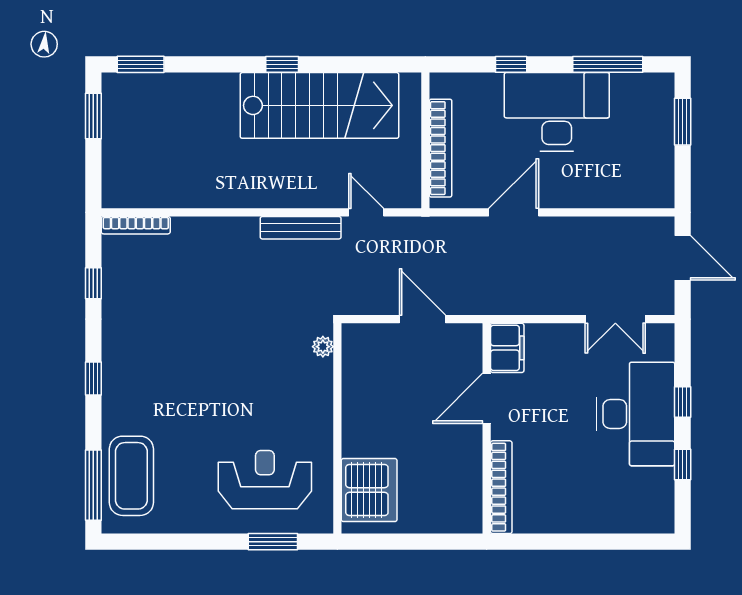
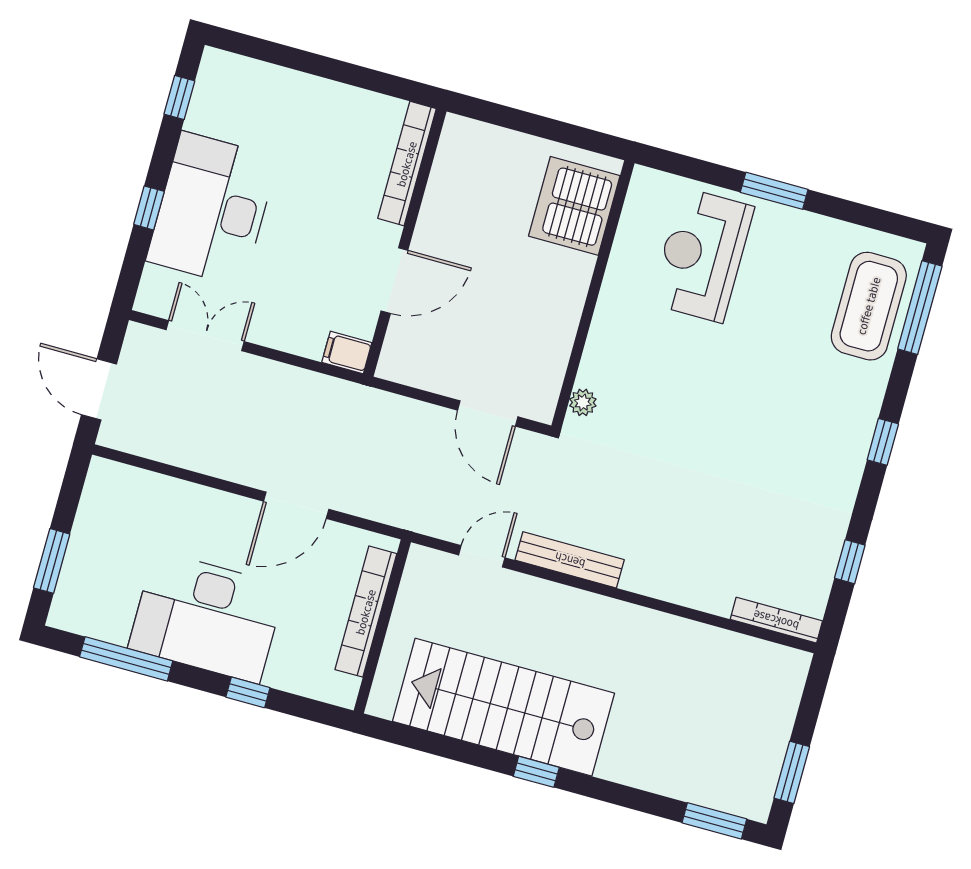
door: (366, 212) -> (482, 556), swing flipped
door: (423, 319) -> (488, 413), moved
filing cabinet: (507, 348) -> (347, 352), width x0.50
window: (683, 465) -> (179, 98), moved
reception desk: (265, 480) -> (702, 255), turned 90
window: (273, 542) -> (774, 191), moved

